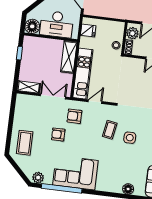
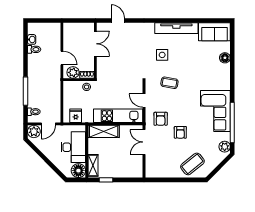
shelving: (29, 87) -> (93, 165), moved
side table: (130, 138) -> (162, 55), moved
coffee table: (25, 143) -> (192, 164), turned -39

